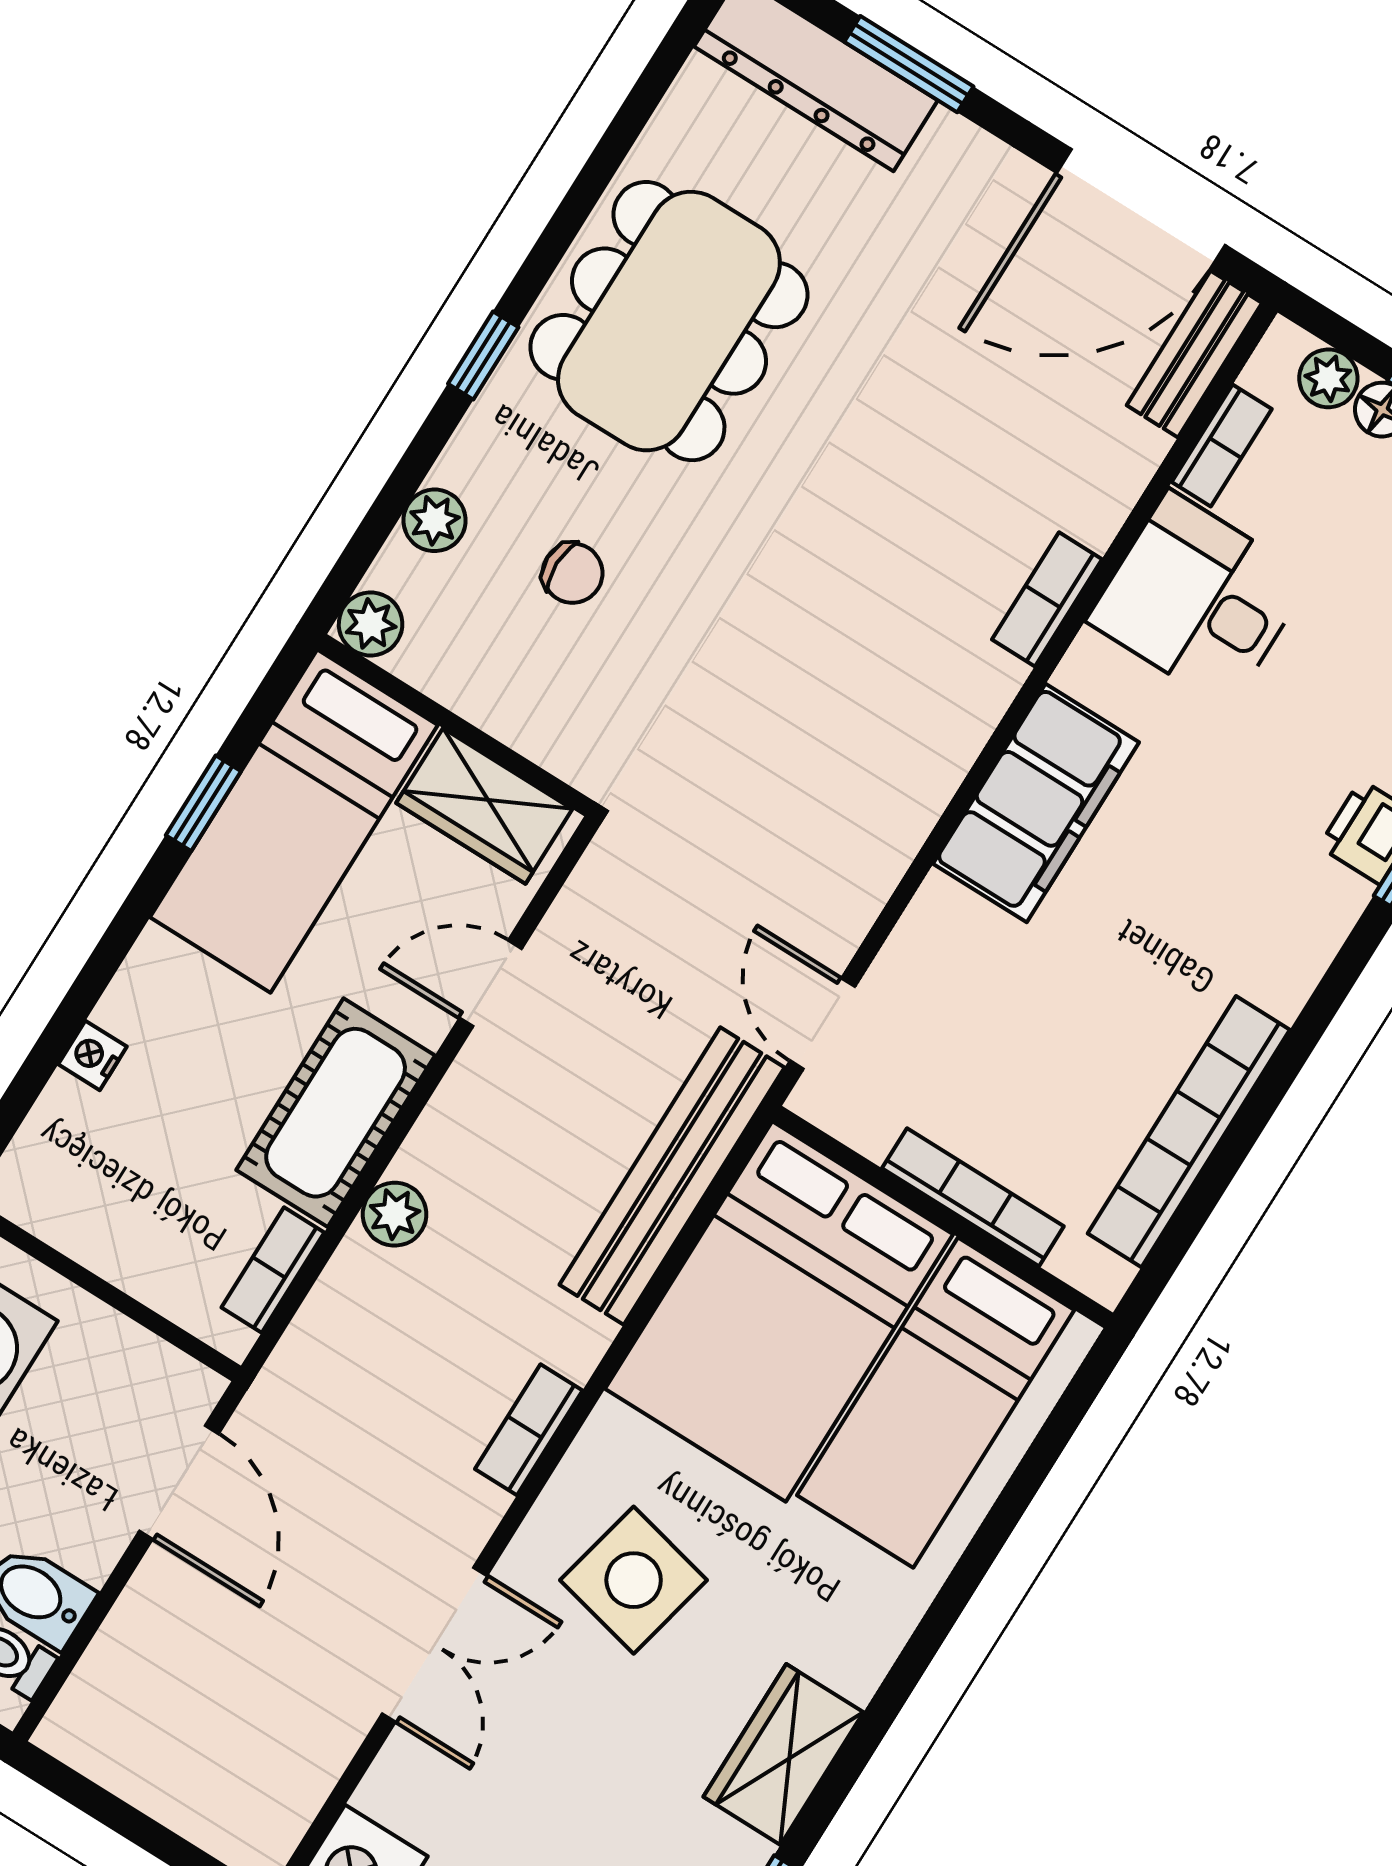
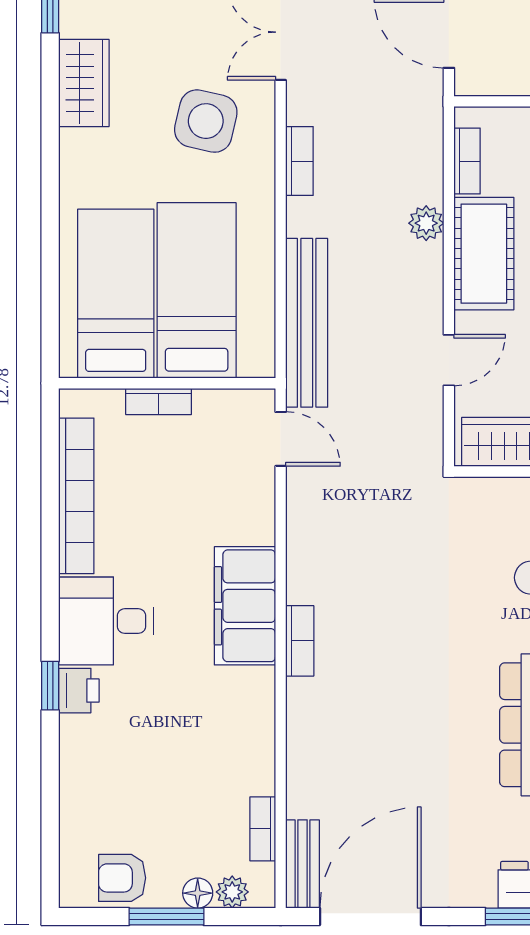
bookcase: (1047, 599) -> (300, 641), moved
desk: (1199, 600) -> (106, 621), moved, turned 180
bookcase: (973, 1197) -> (159, 401), width x0.64
bed: (779, 1312) -> (197, 290), width x0.67

